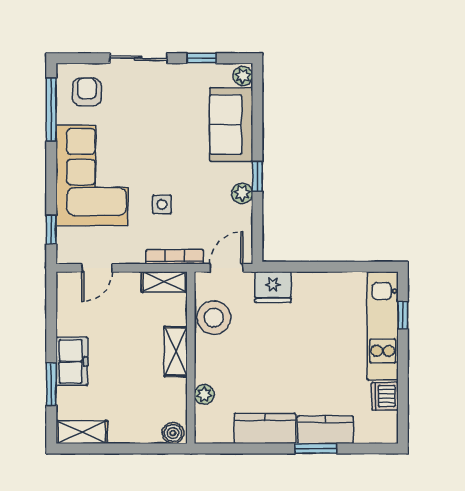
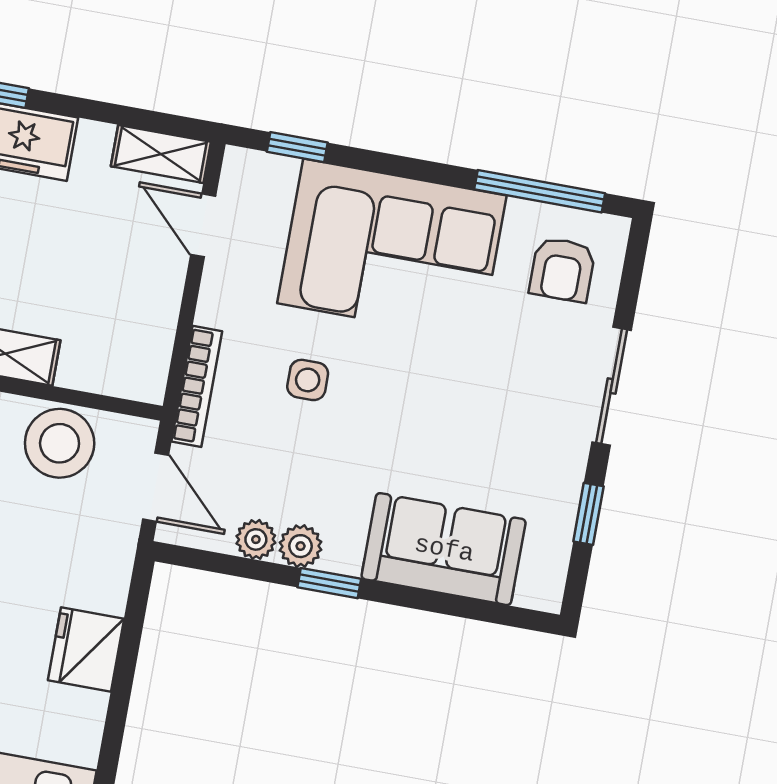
plant: (243, 76) -> (256, 539), moved
armchair: (87, 92) -> (562, 270), turned 90
shelving: (164, 282) -> (161, 154), moved, turned 90
fridge: (273, 287) -> (86, 649), moved

